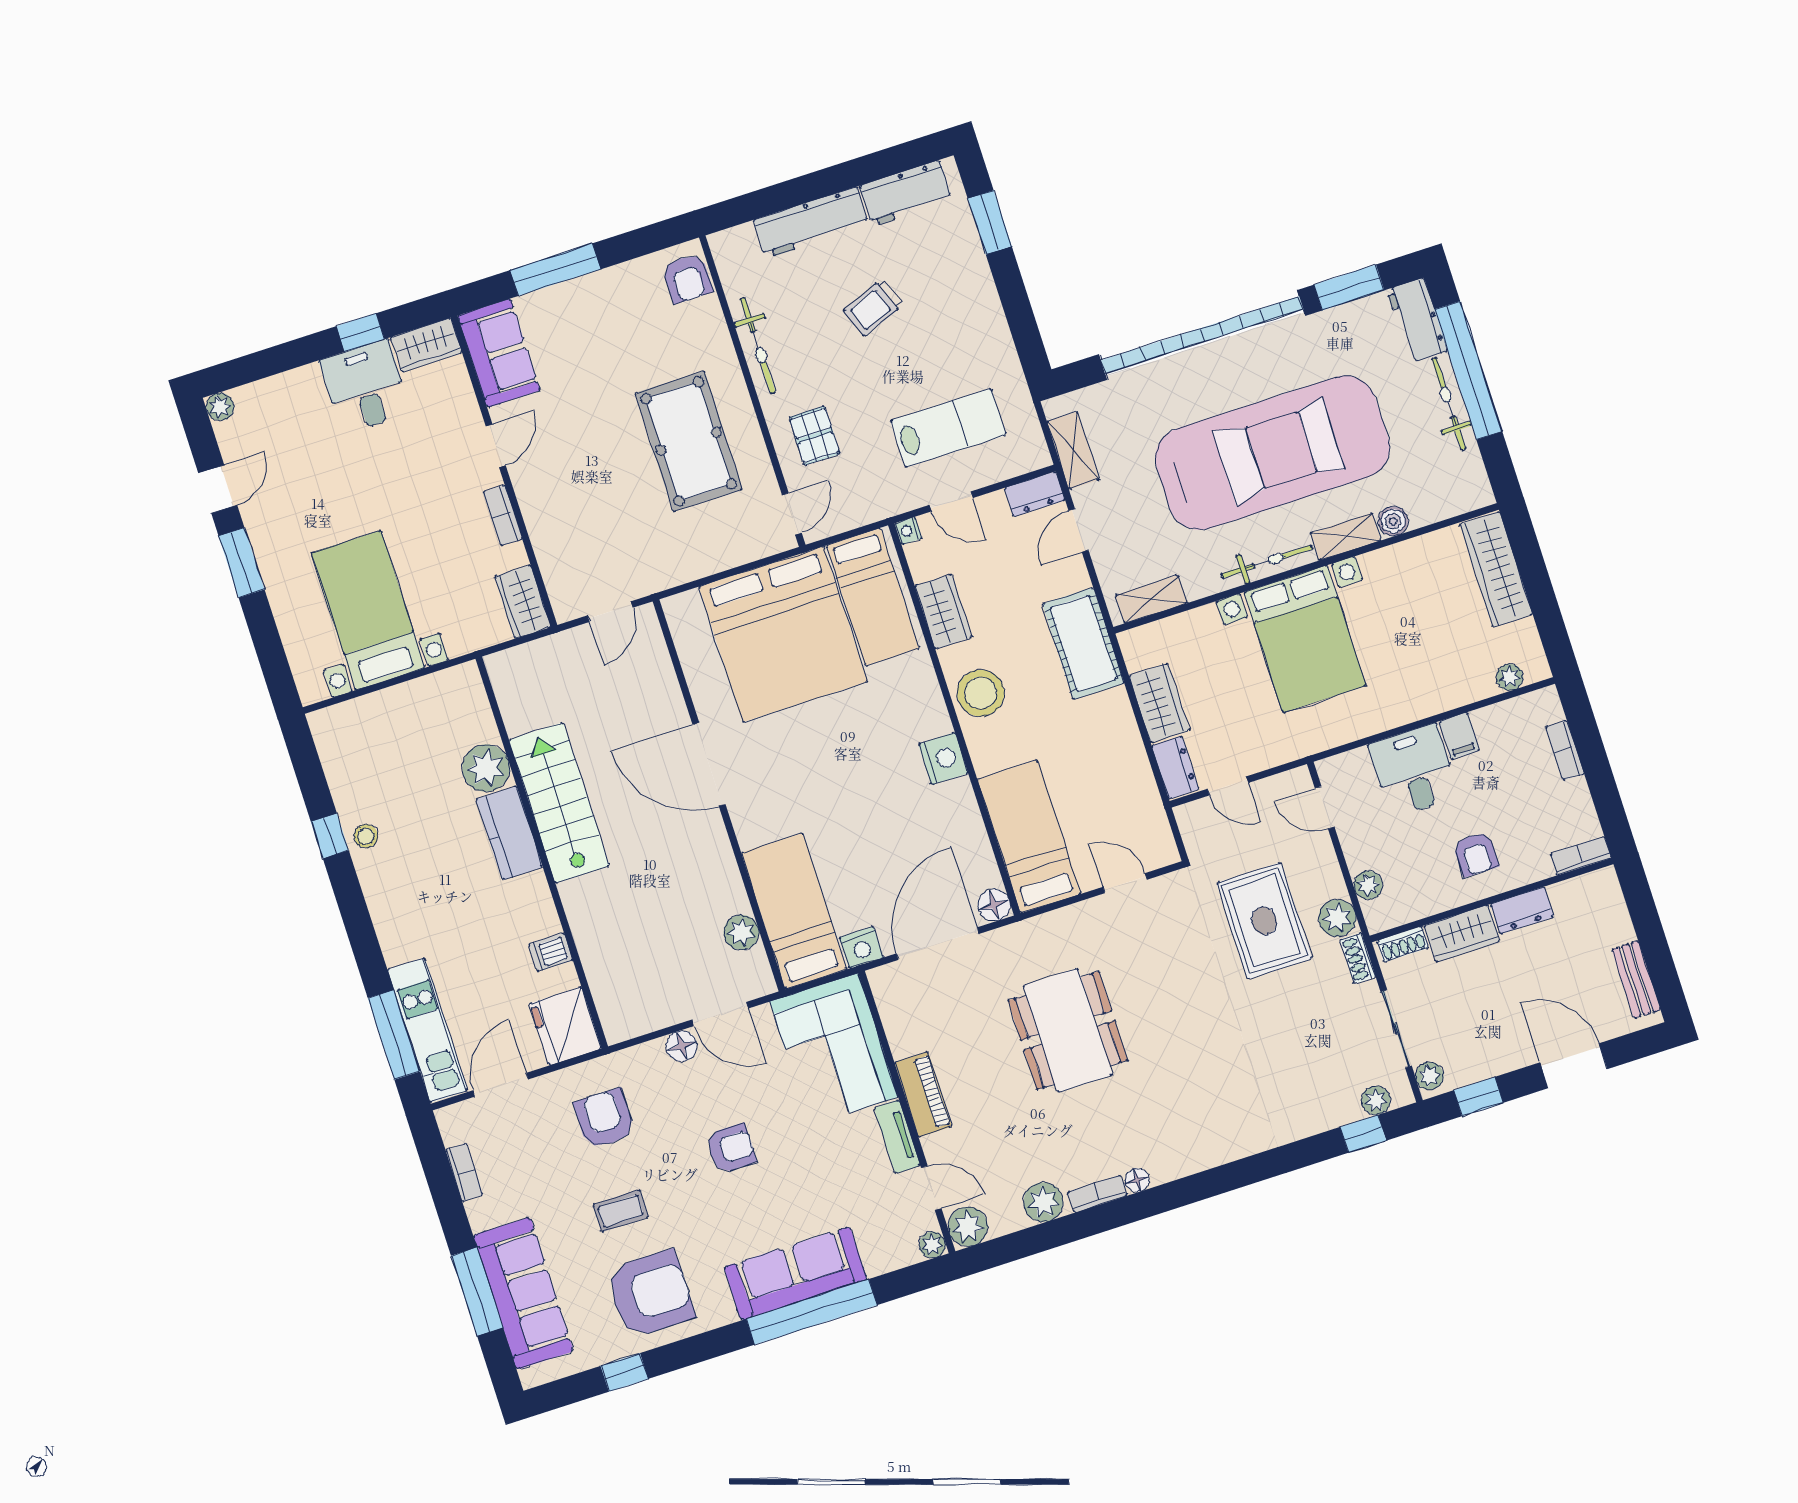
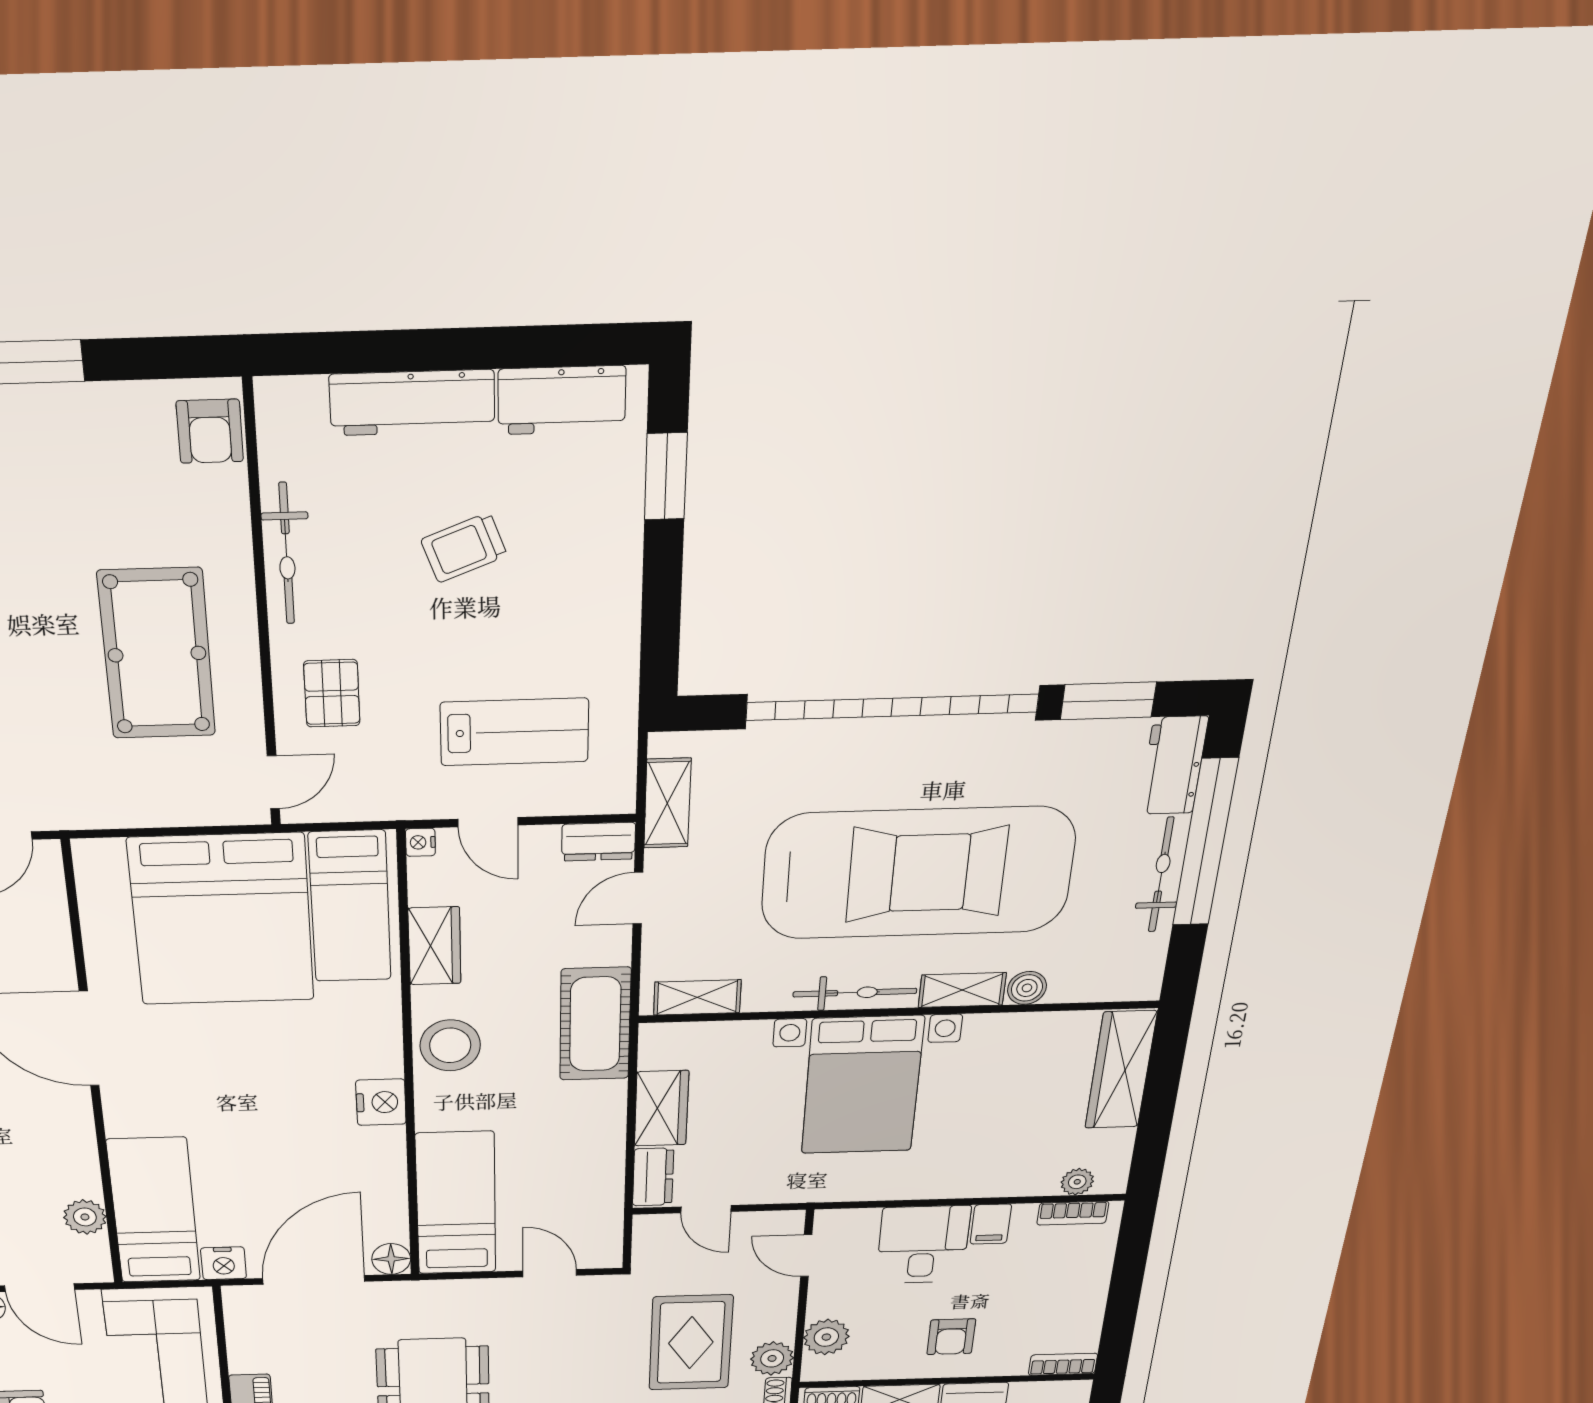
bookcase: (1565, 750) -> (1073, 1213), moved, turned -90
plant: (1368, 885) -> (826, 1337), width x1.38, depth x1.38

